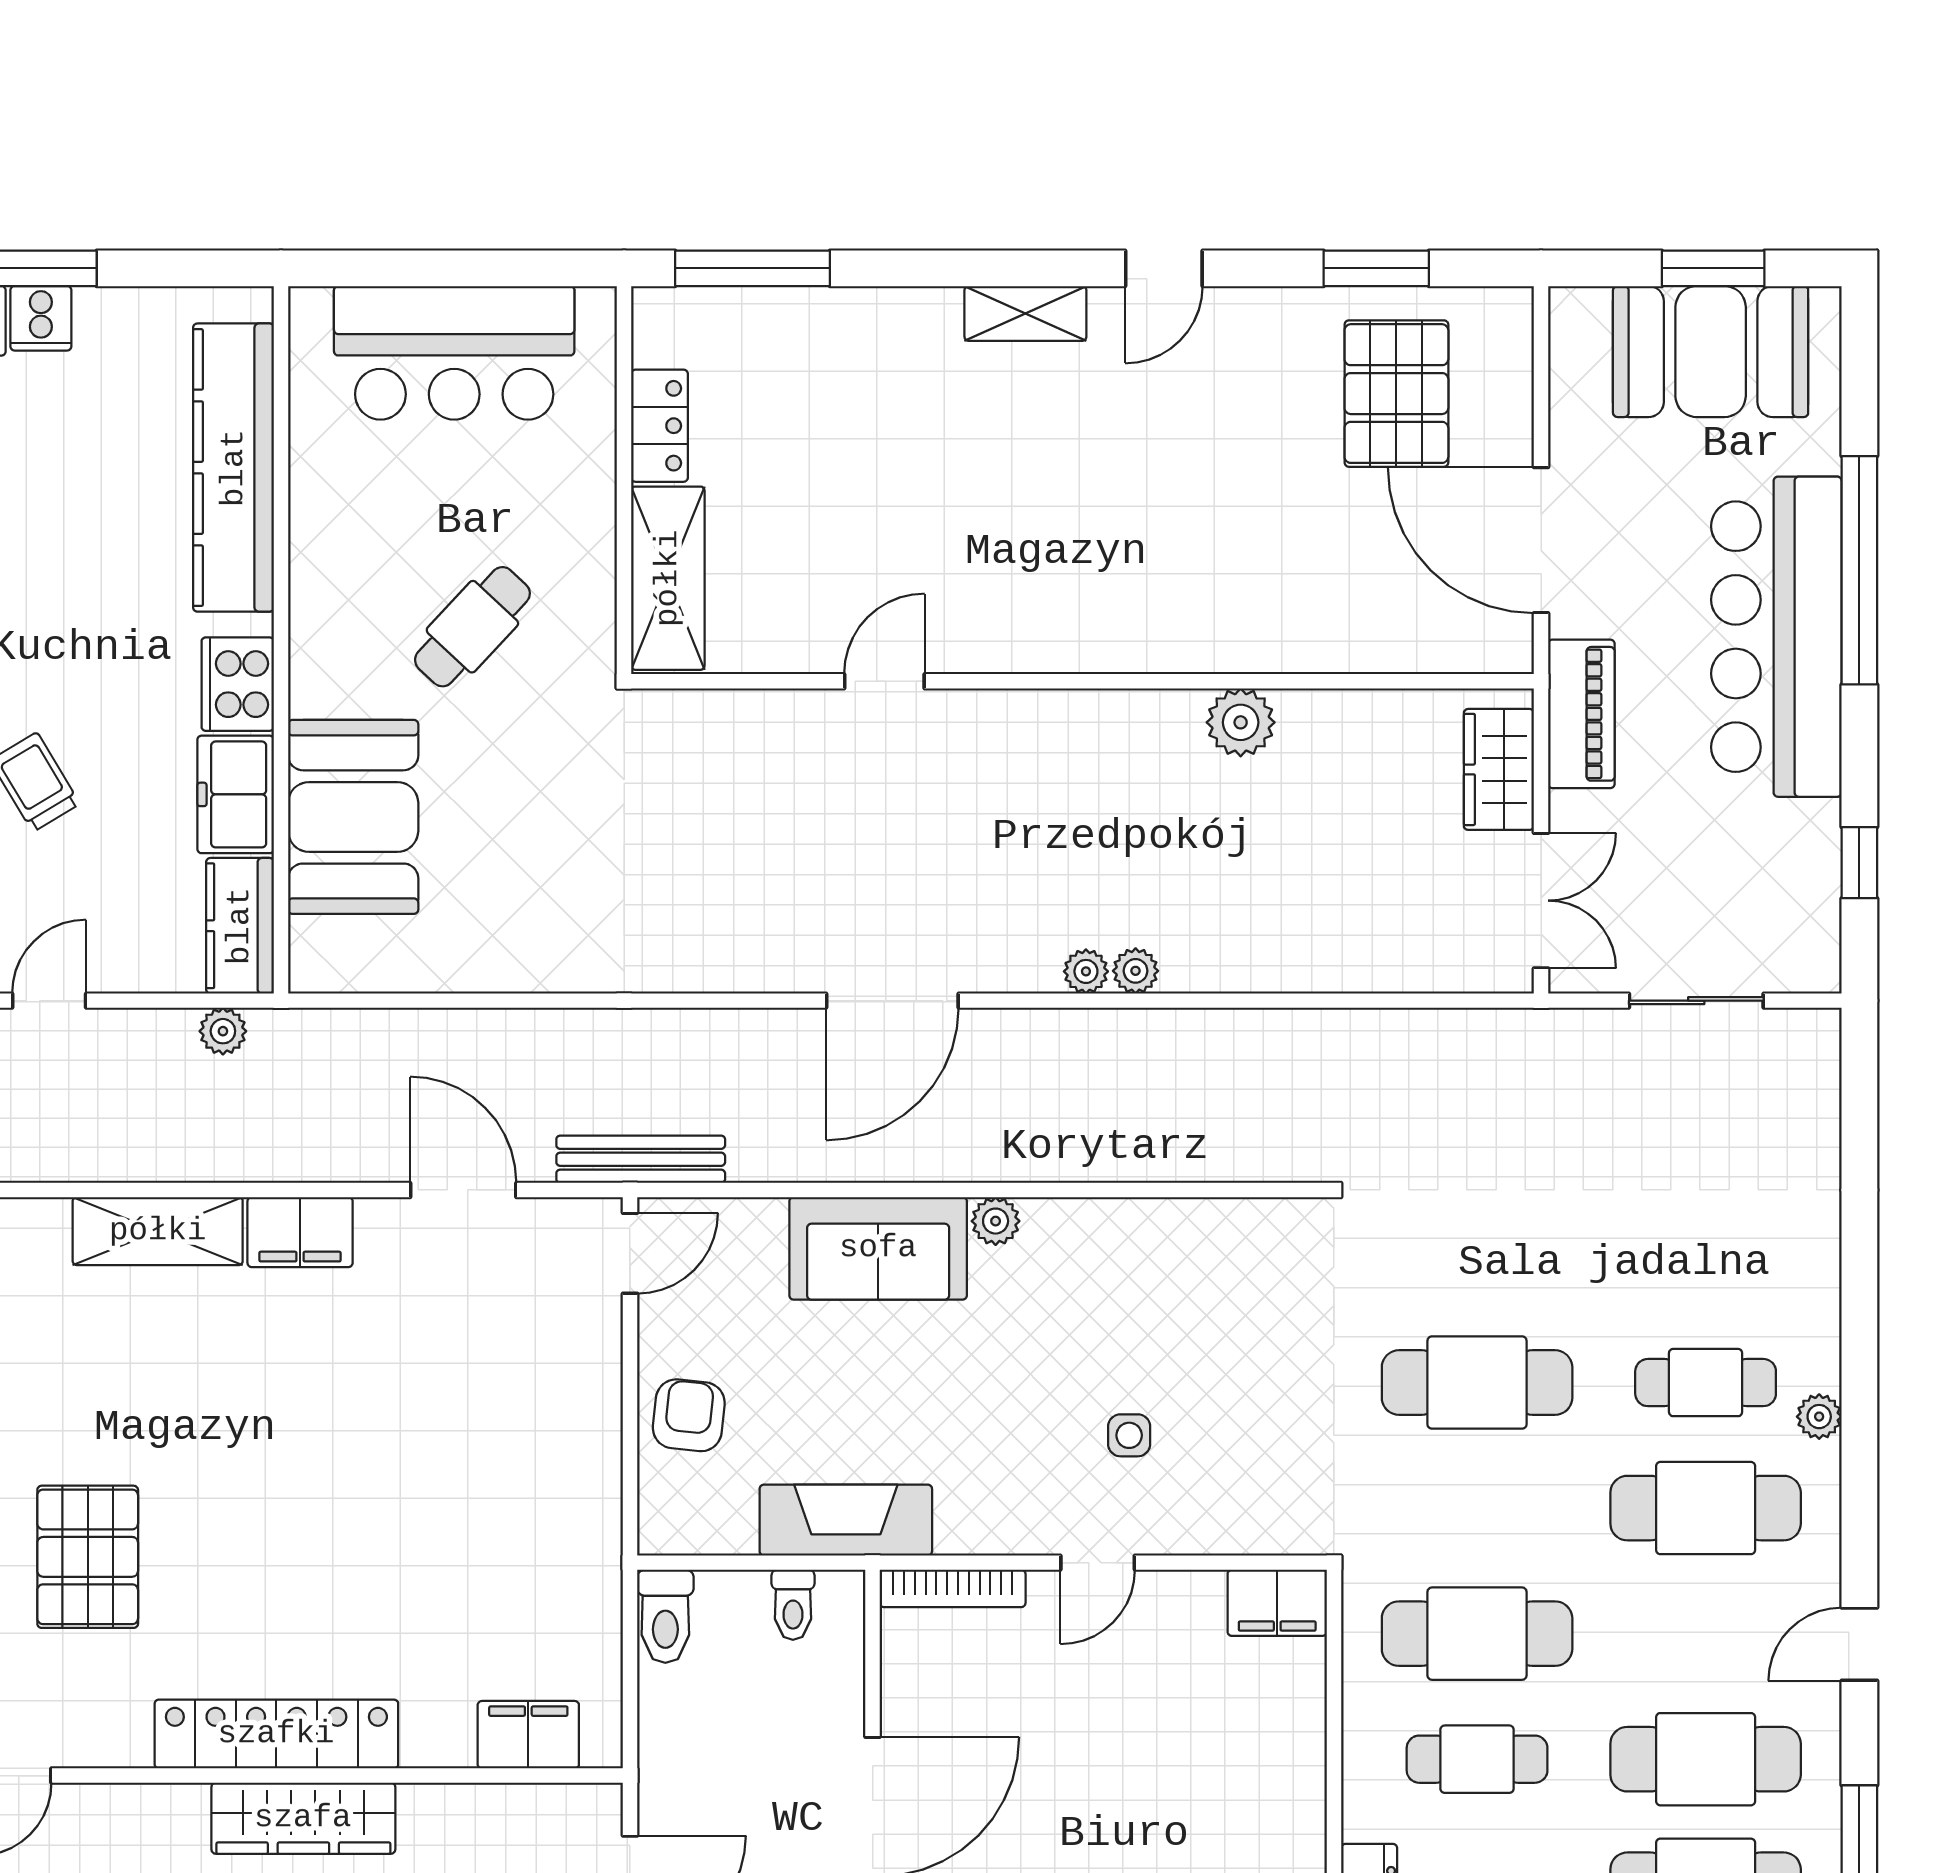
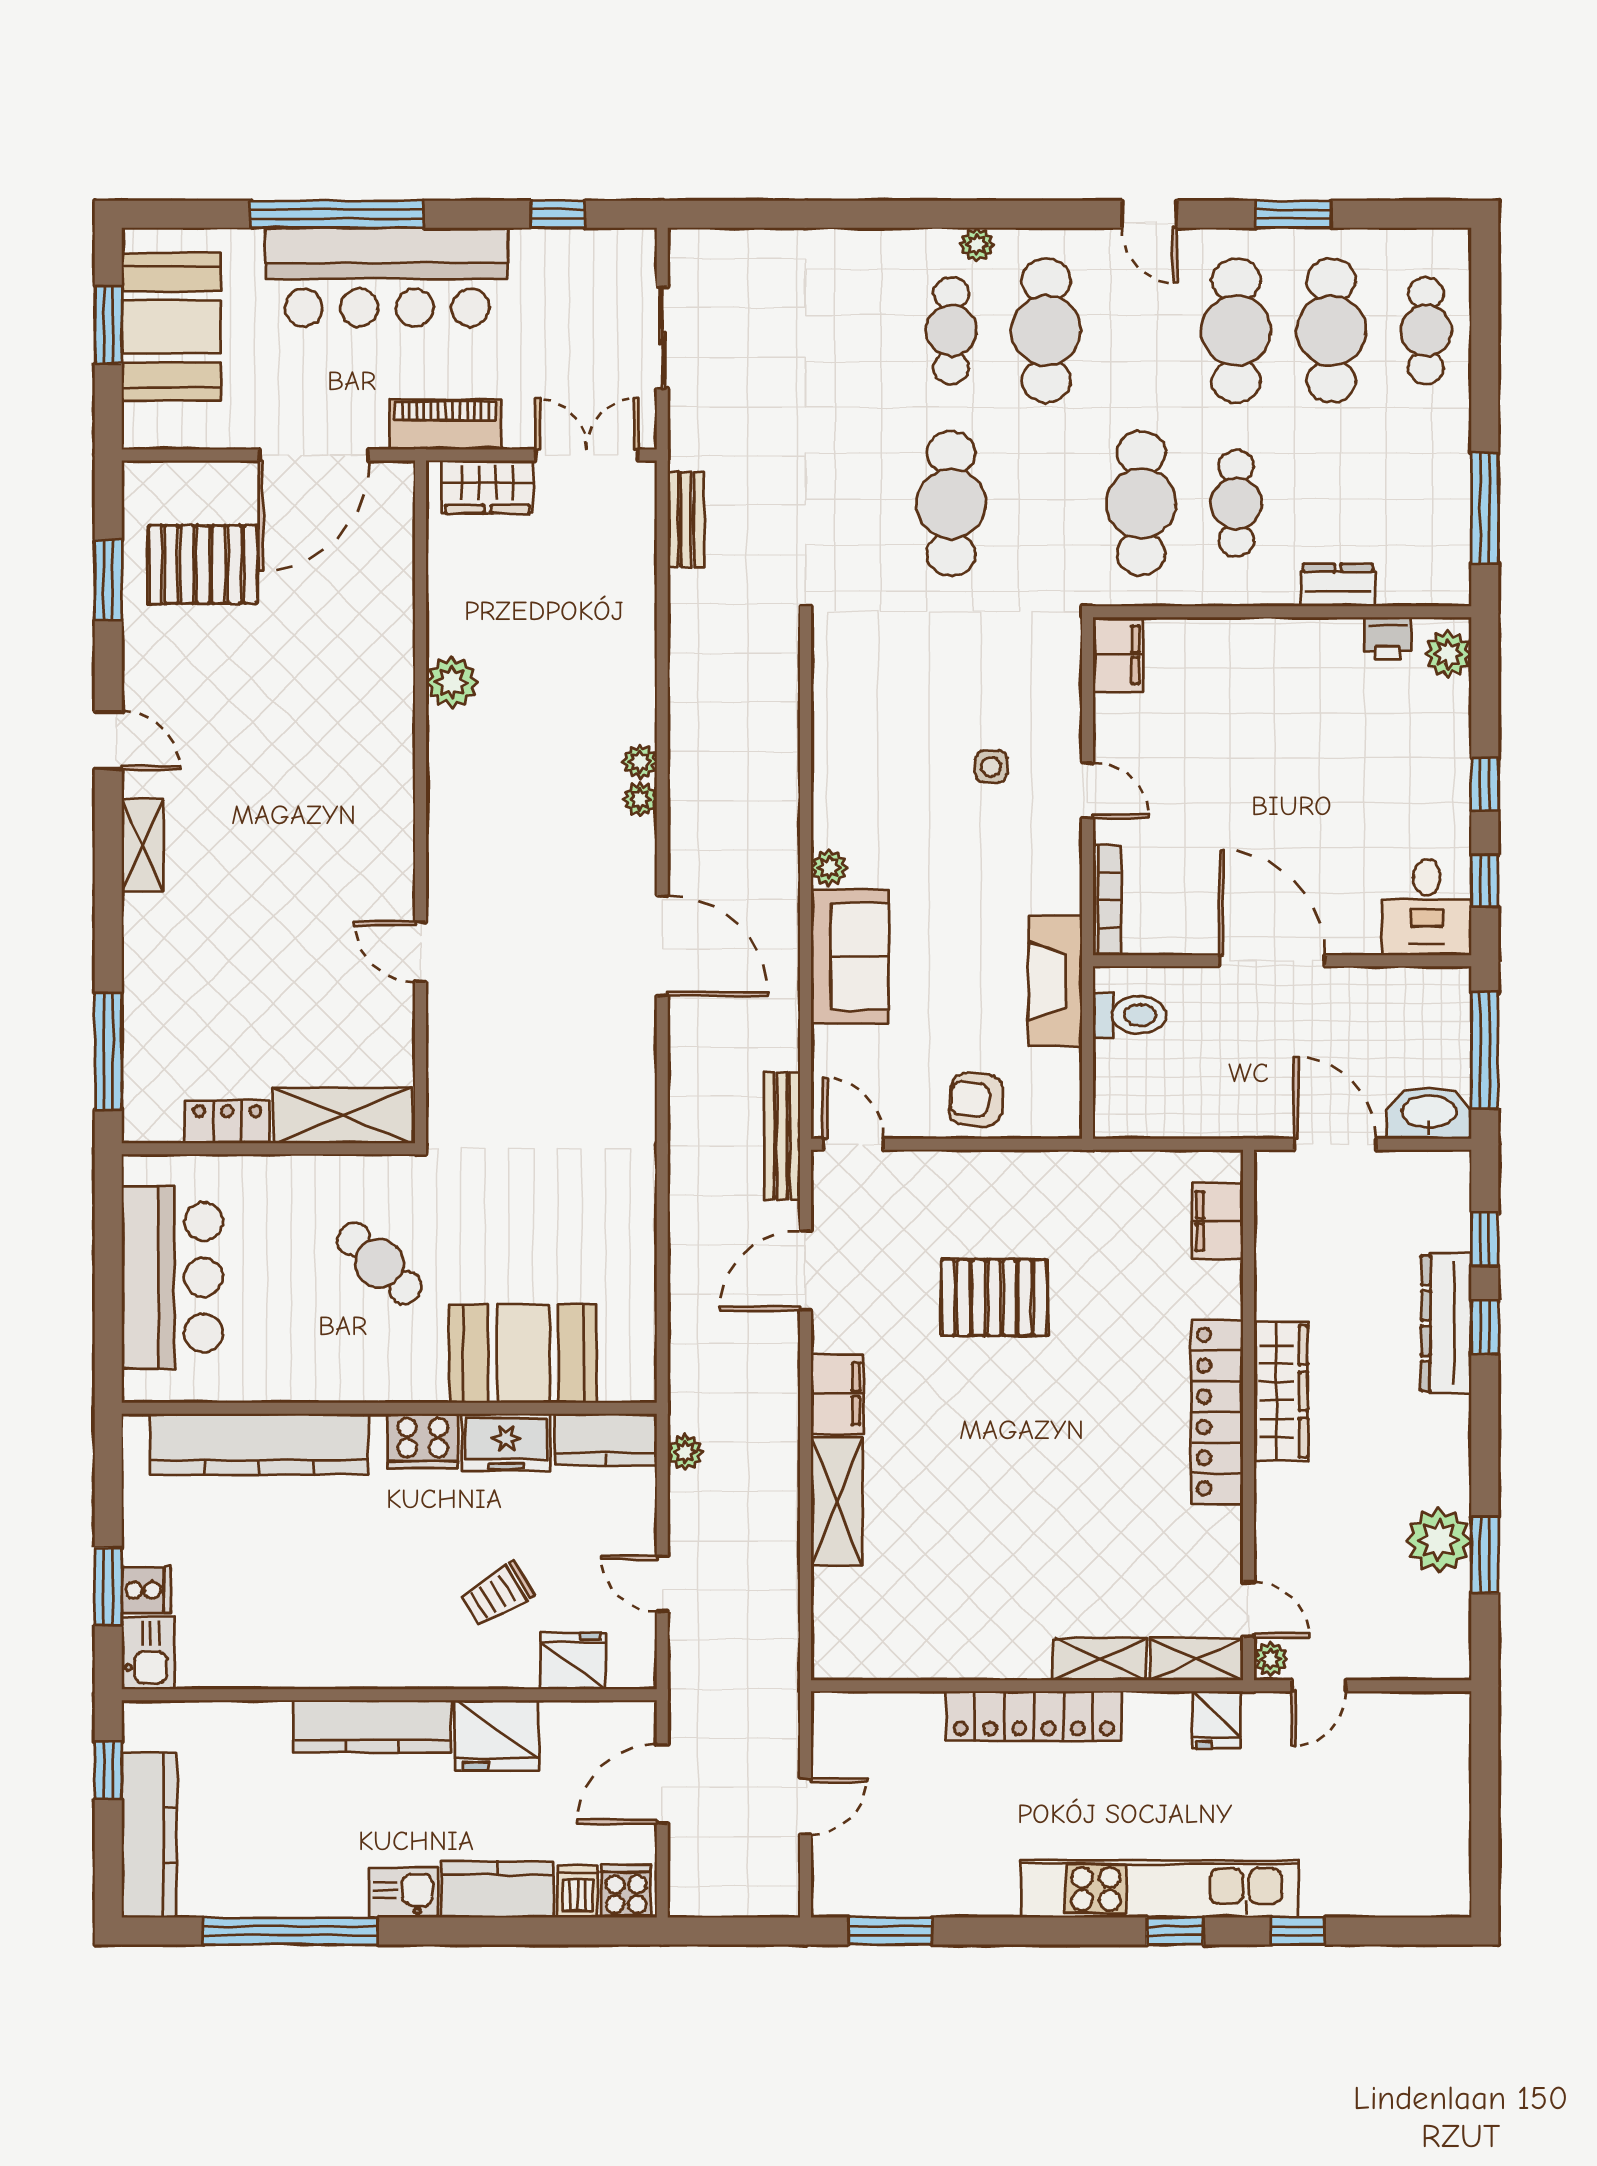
bench: (1456, 1032) -> (686, 520), added
pallet: (88, 1557) -> (994, 1298), moved
toilet: (793, 1605) -> (1130, 1015), width x1.37, depth x1.39
toilet: (665, 1616) -> (1128, 1117), removed

